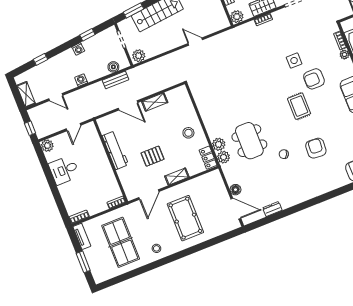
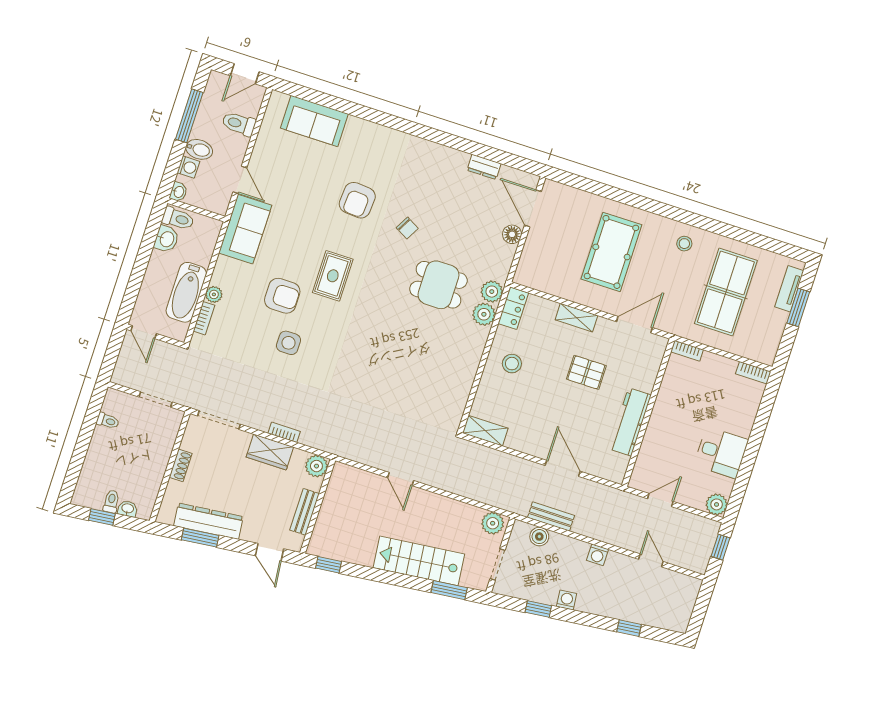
shelving: (26, 94) -> (688, 597), removed
shelving: (155, 102) -> (485, 431), moved
dining table: (249, 141) -> (438, 285), width x0.73
tv unit: (82, 236) -> (789, 289), moved

